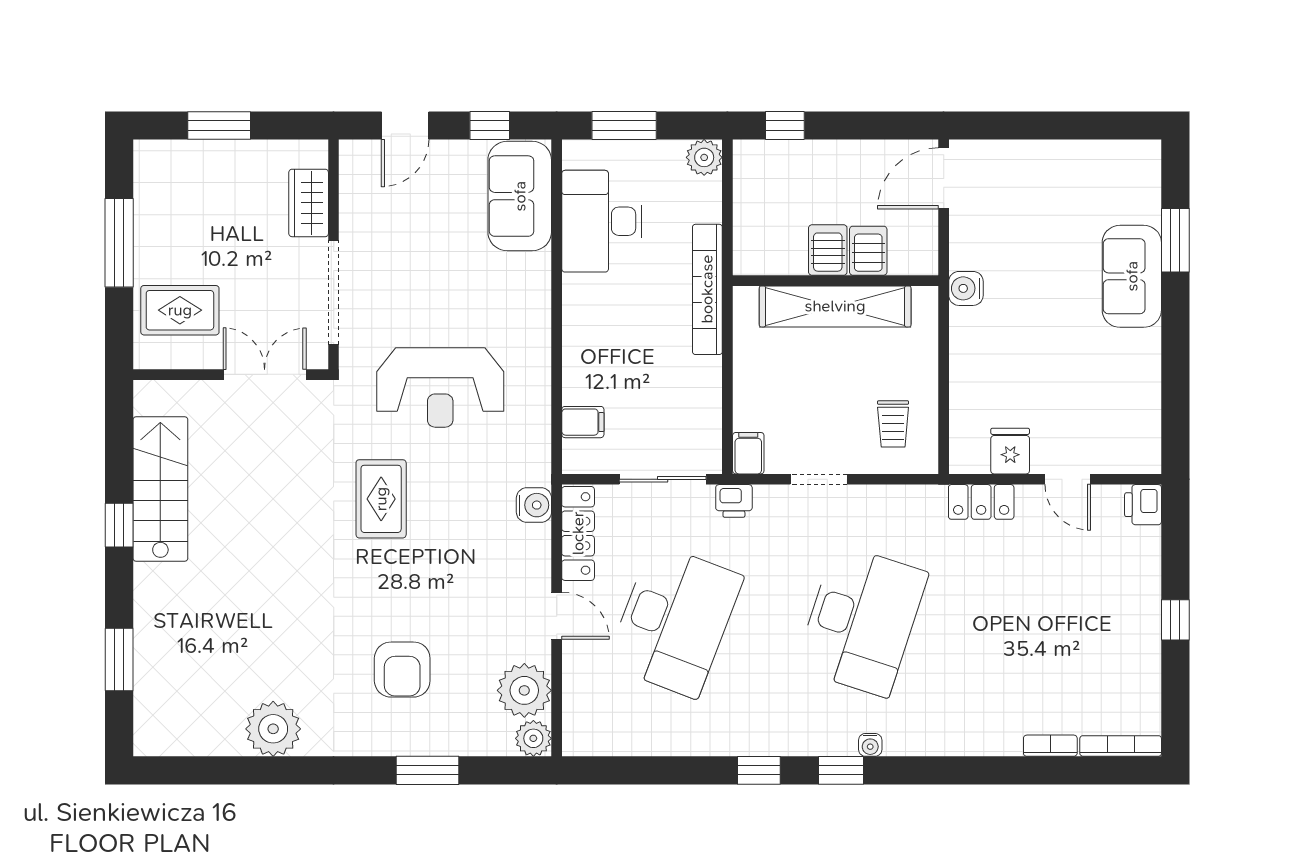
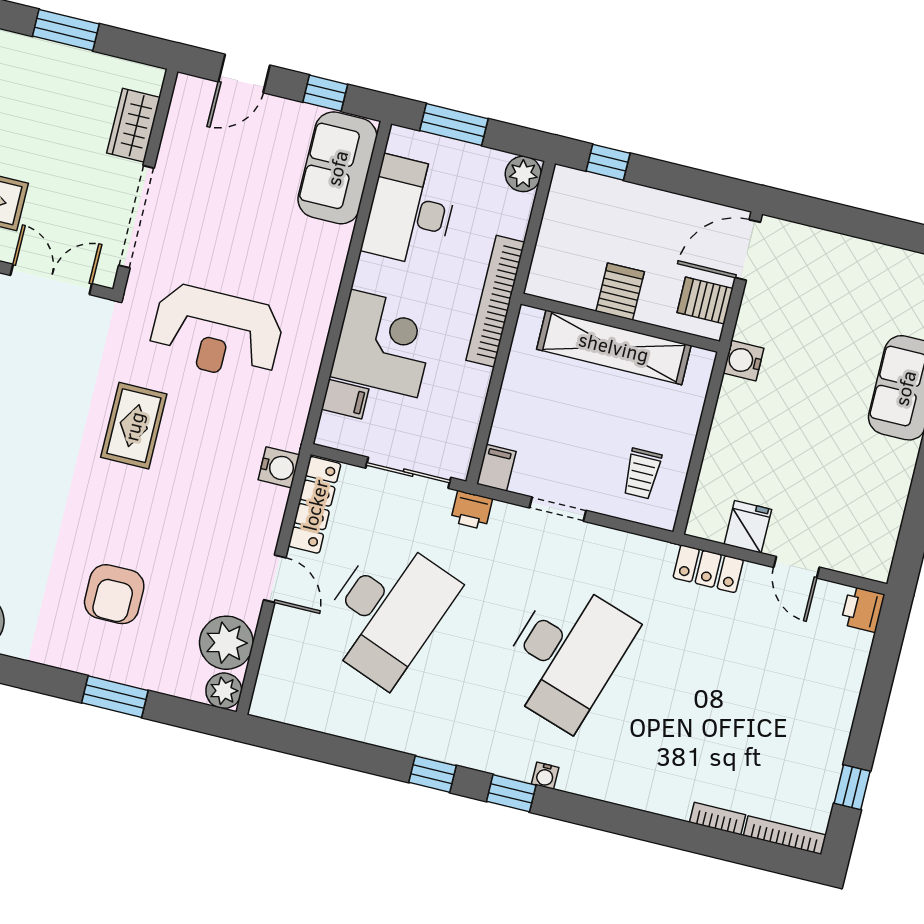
server rack: (868, 251) -> (705, 301), moved, turned -90
corner desk: (608, 358) -> (384, 343), added
window: (1175, 620) -> (852, 787), moved

